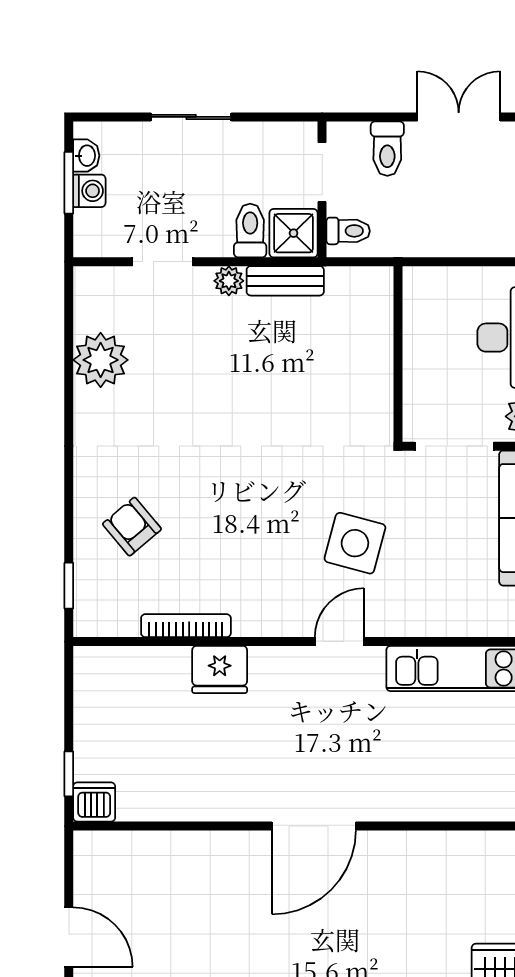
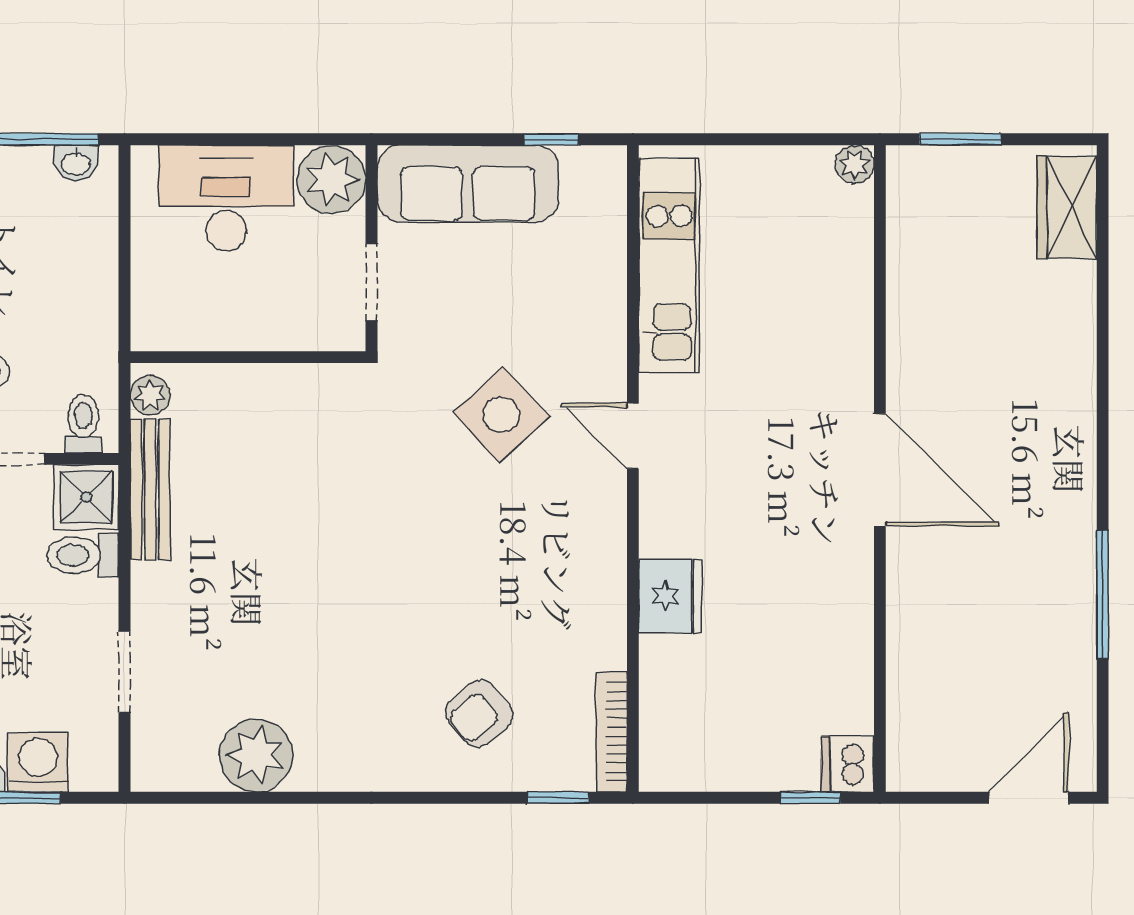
washing machine: (89, 191) -> (38, 762), width x1.38, depth x1.38
plant: (229, 281) -> (150, 395), moved
bench: (285, 281) -> (150, 489), width x1.36
doorway: (454, 446) -> (371, 282), width x0.73
side table: (355, 543) -> (501, 415), turned 32
bookcase: (186, 626) -> (612, 732), moved

